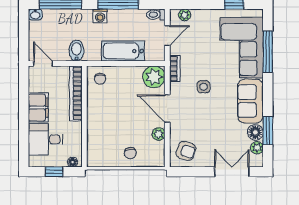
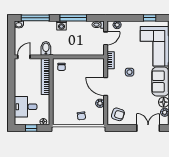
bathtub: (123, 51) -> (77, 49), removed
door: (43, 63) -> (24, 57), hinge flipped
plant: (154, 77) -> (97, 66), removed
filing cabinet: (38, 108) -> (21, 86), removed

